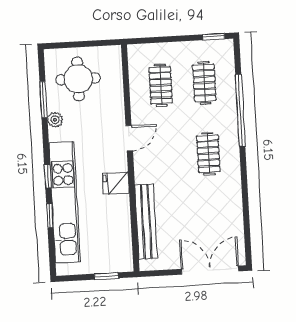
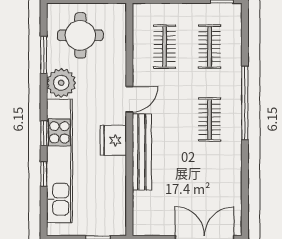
window: (240, 110) -> (245, 103), moved
plant: (55, 120) -> (61, 83), width x1.88, depth x1.88
fridge: (116, 183) -> (113, 140), width x1.38
bench: (146, 222) -> (142, 152), moved

